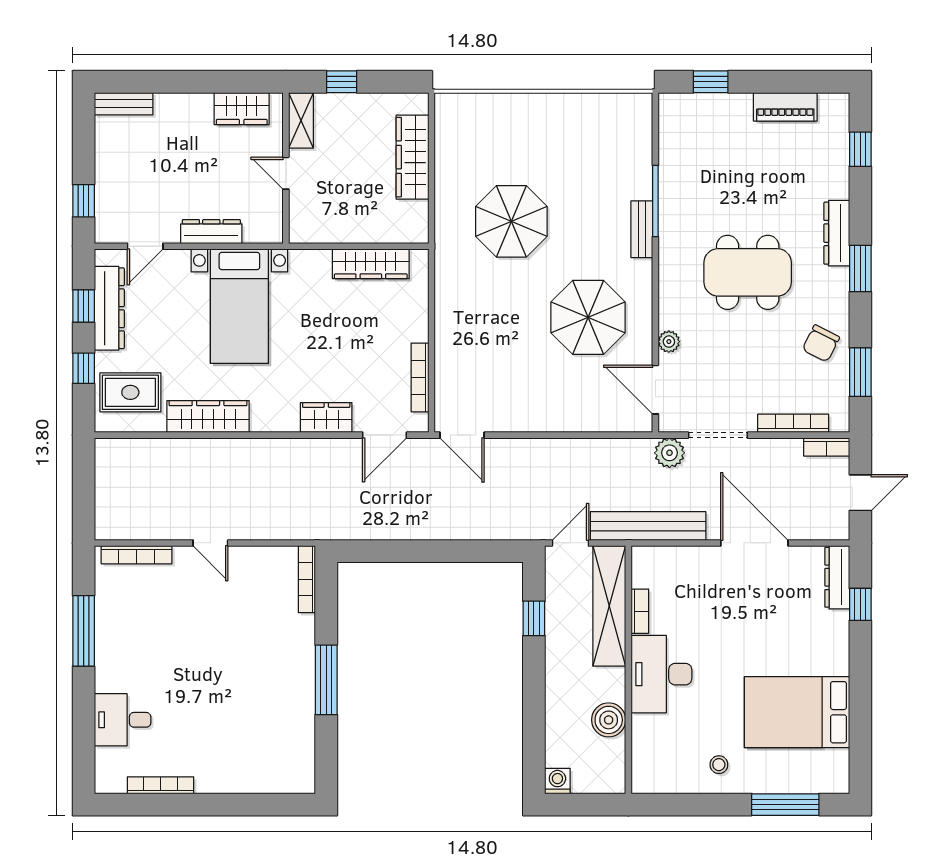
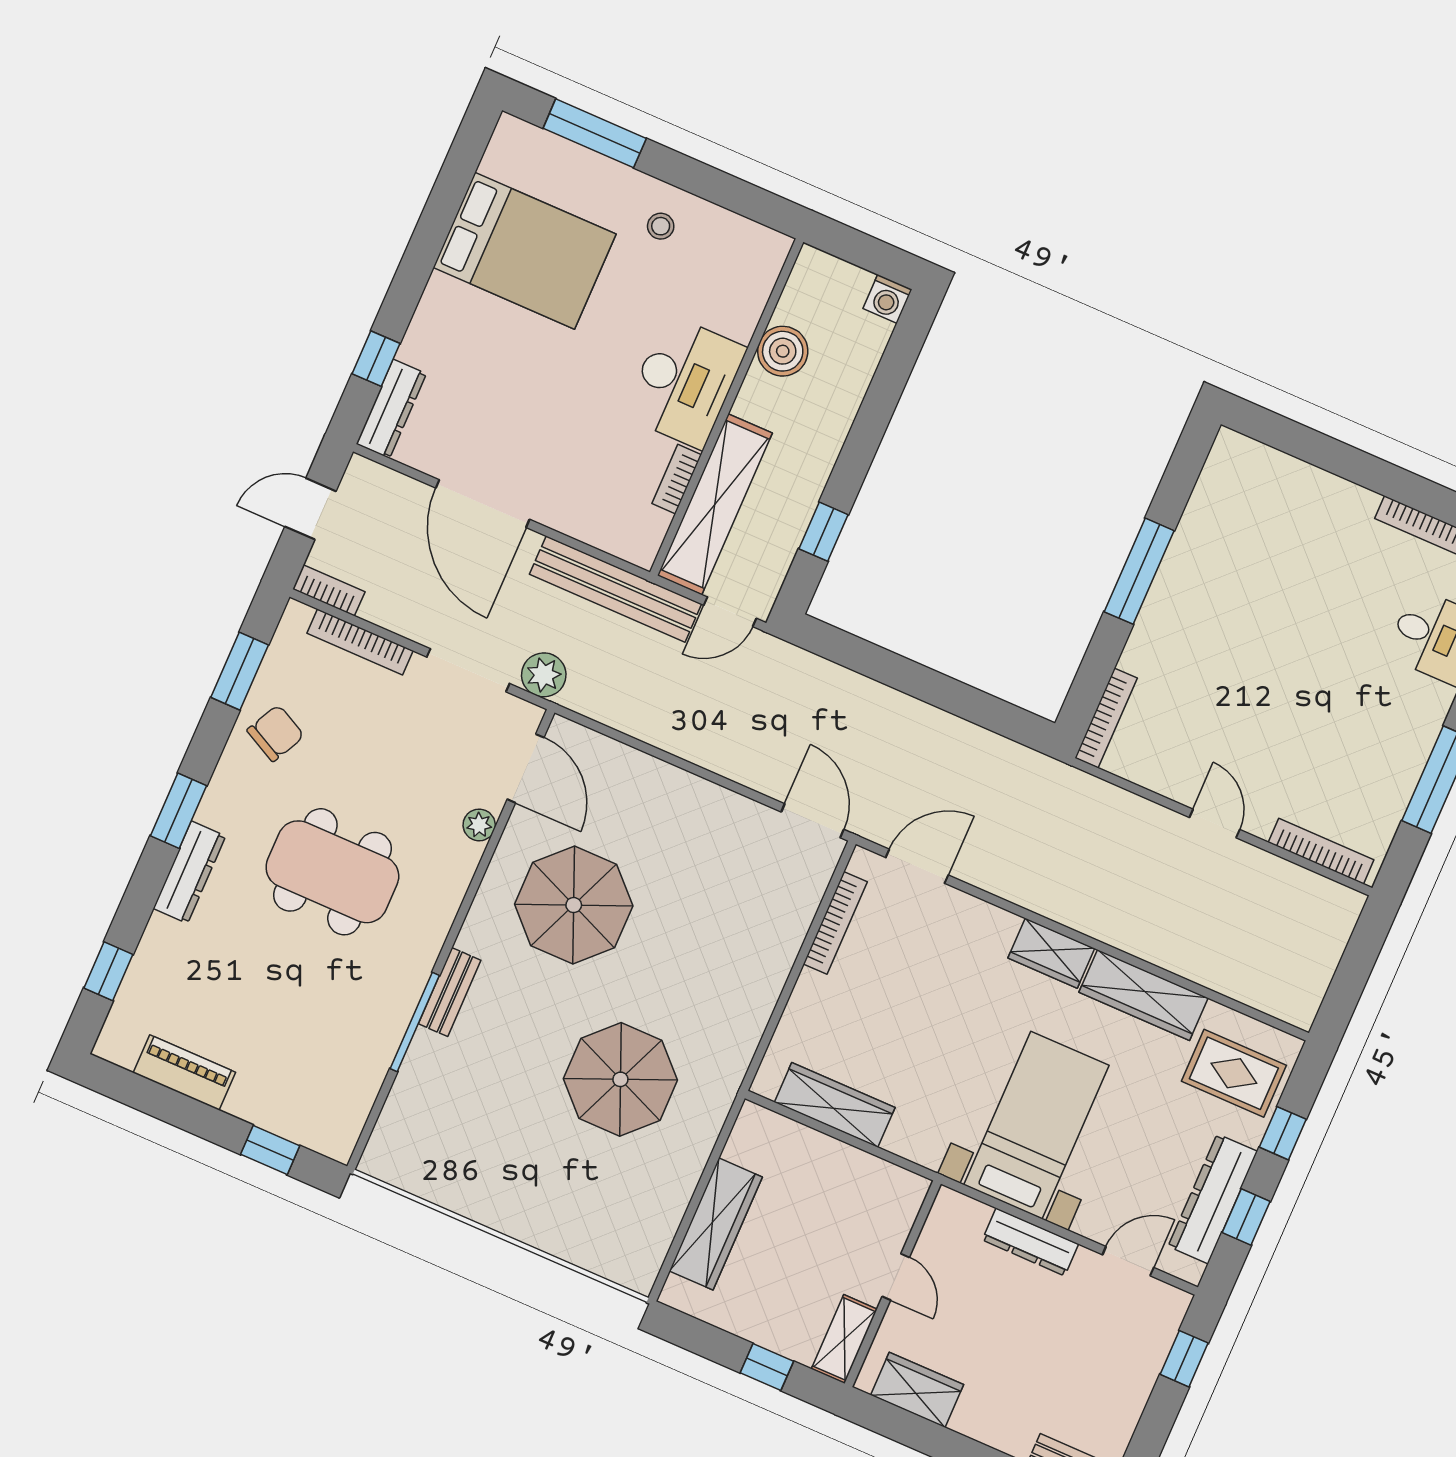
wardrobe: (326, 417) -> (1051, 953), moved

